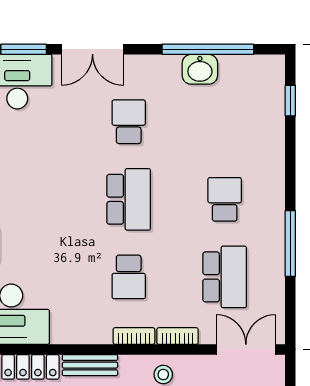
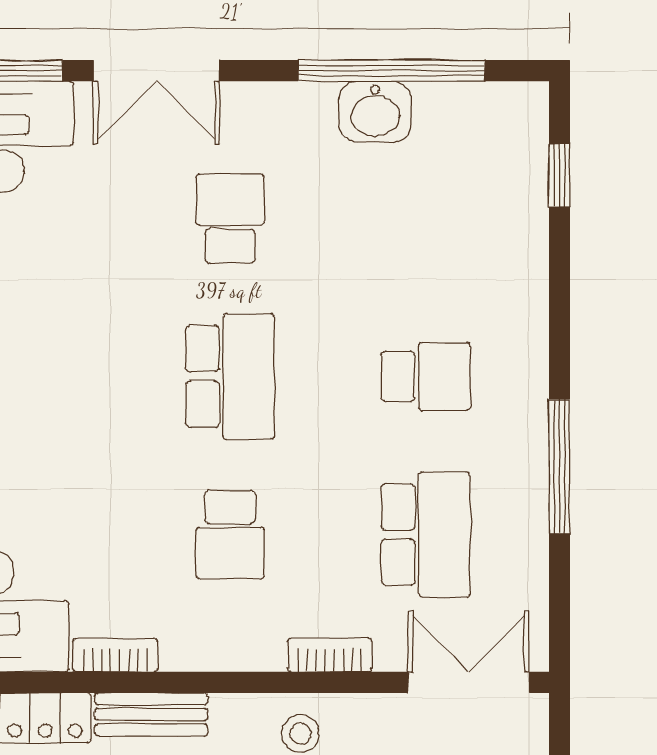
school desk: (225, 199) -> (426, 376), turned 90
bookcase: (134, 336) -> (115, 655), moved

